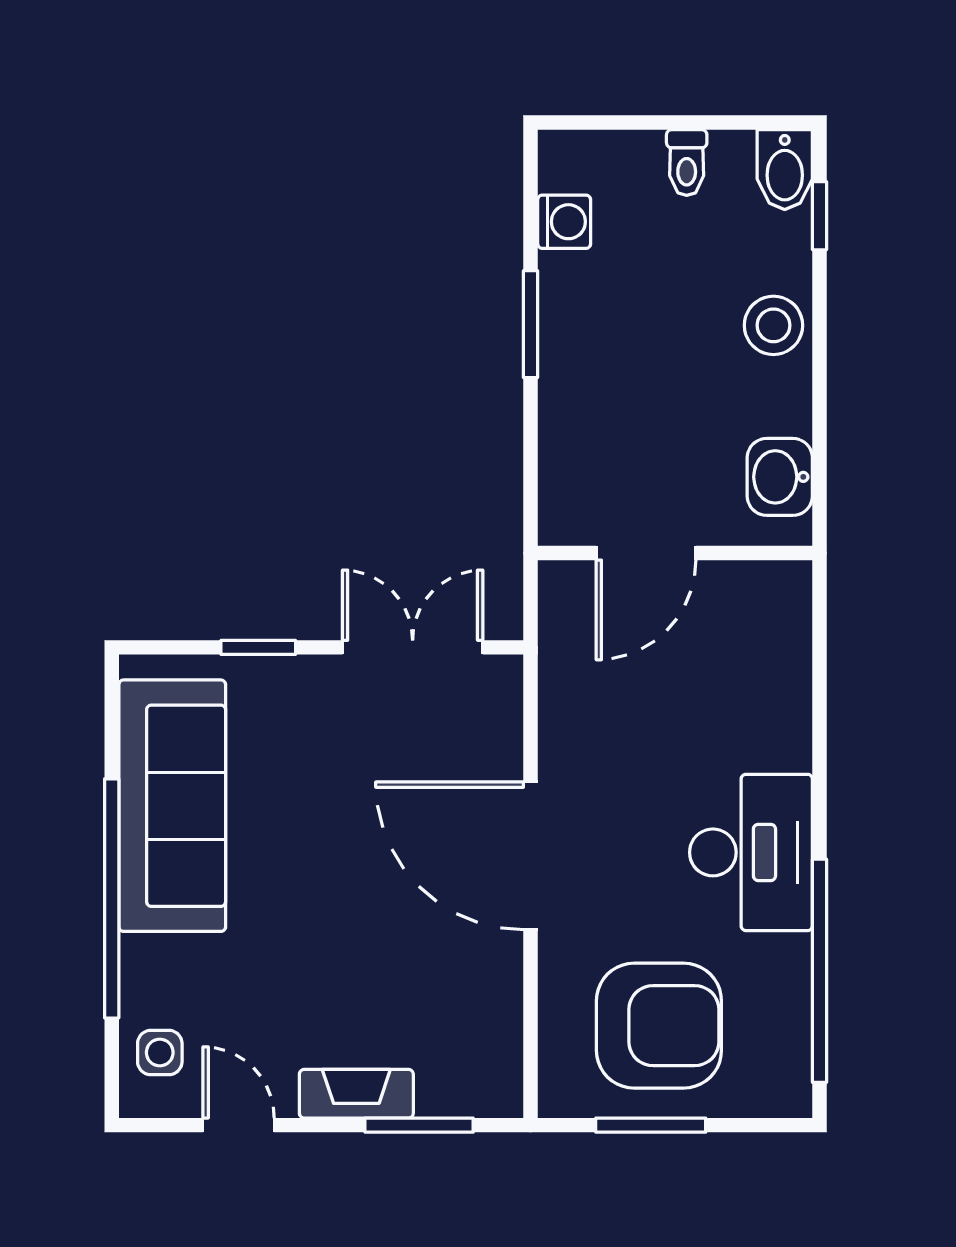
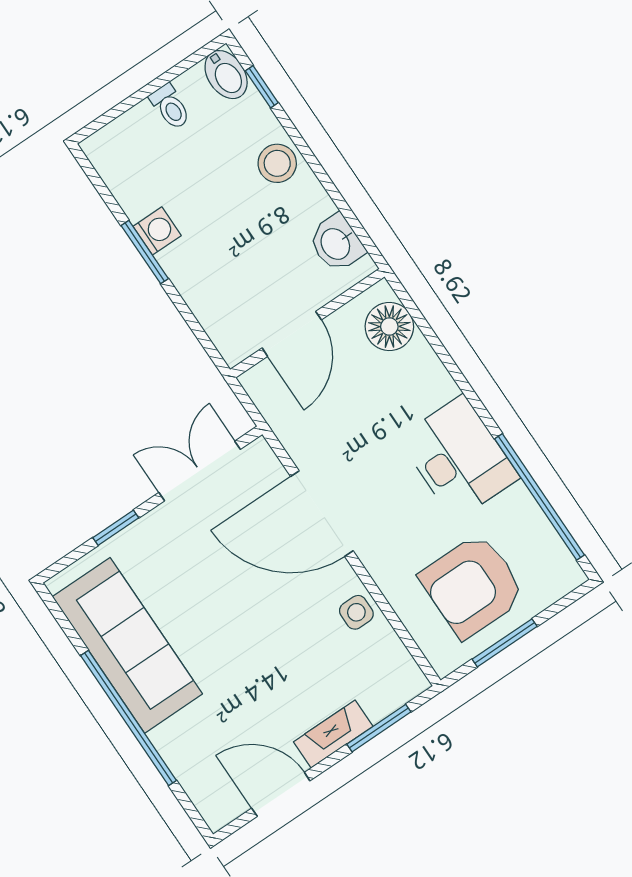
washing machine: (564, 222) -> (157, 231), moved
floor lamp: (776, 627) -> (389, 327), added
door: (530, 856) -> (322, 514), moved
armchair: (659, 1026) -> (472, 586), turned 180
side table: (160, 1053) -> (356, 612), moved
door: (239, 1125) -> (281, 794), width x1.37

